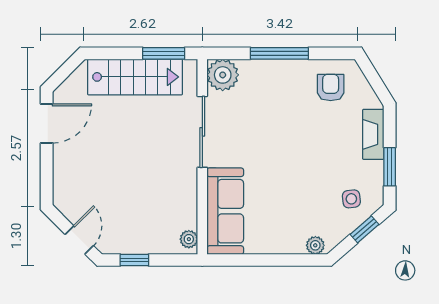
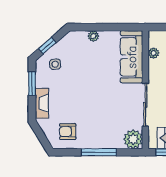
armchair: (331, 88) -> (68, 132), turned 90
plant: (189, 239) -> (154, 53), moved
plant: (315, 245) -> (93, 36), moved

